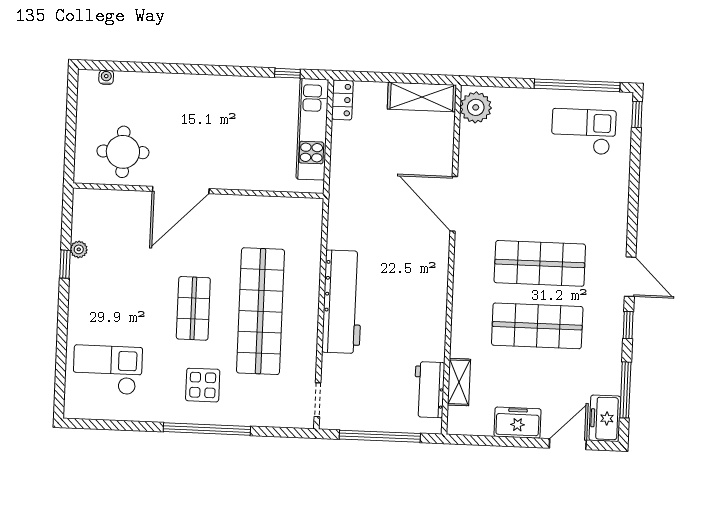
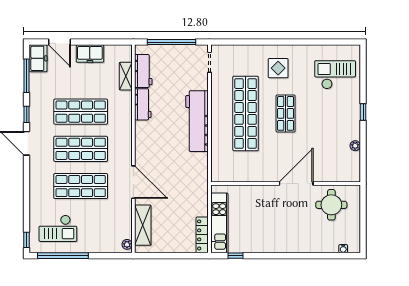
shelving: (422, 97) -> (143, 225), moved, turned 90
locker: (342, 100) -> (202, 235), width x1.53
plant: (476, 107) -> (127, 244), width x0.53, depth x0.53
shop shelf: (542, 201) -> (81, 186), added
window: (65, 264) -> (363, 112), moved
workbench: (432, 334) -> (143, 104), added
checkout: (108, 370) -> (335, 75), turned 180
window: (207, 429) -> (275, 42), removed
door: (568, 444) -> (59, 42), hinge flipped

